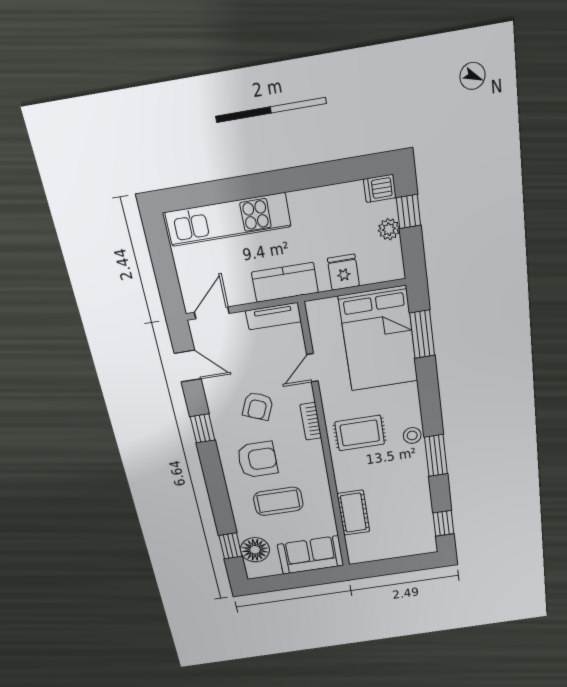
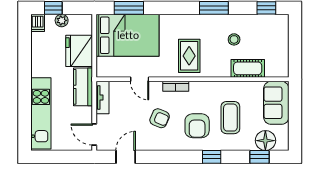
fridge: (343, 272) -> (79, 51), width x1.88, depth x1.34
window: (203, 428) -> (212, 157), moved
stool: (412, 435) -> (234, 39), moved
armchair: (257, 460) -> (197, 126), turned 180

